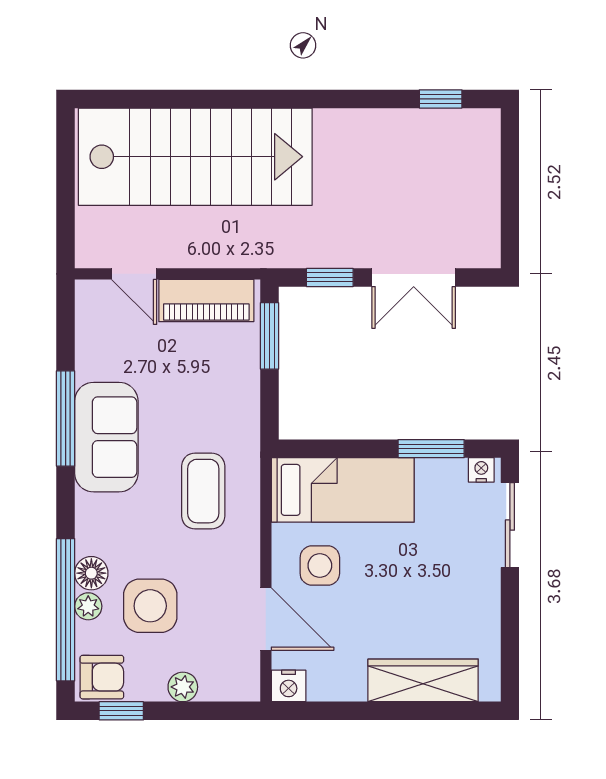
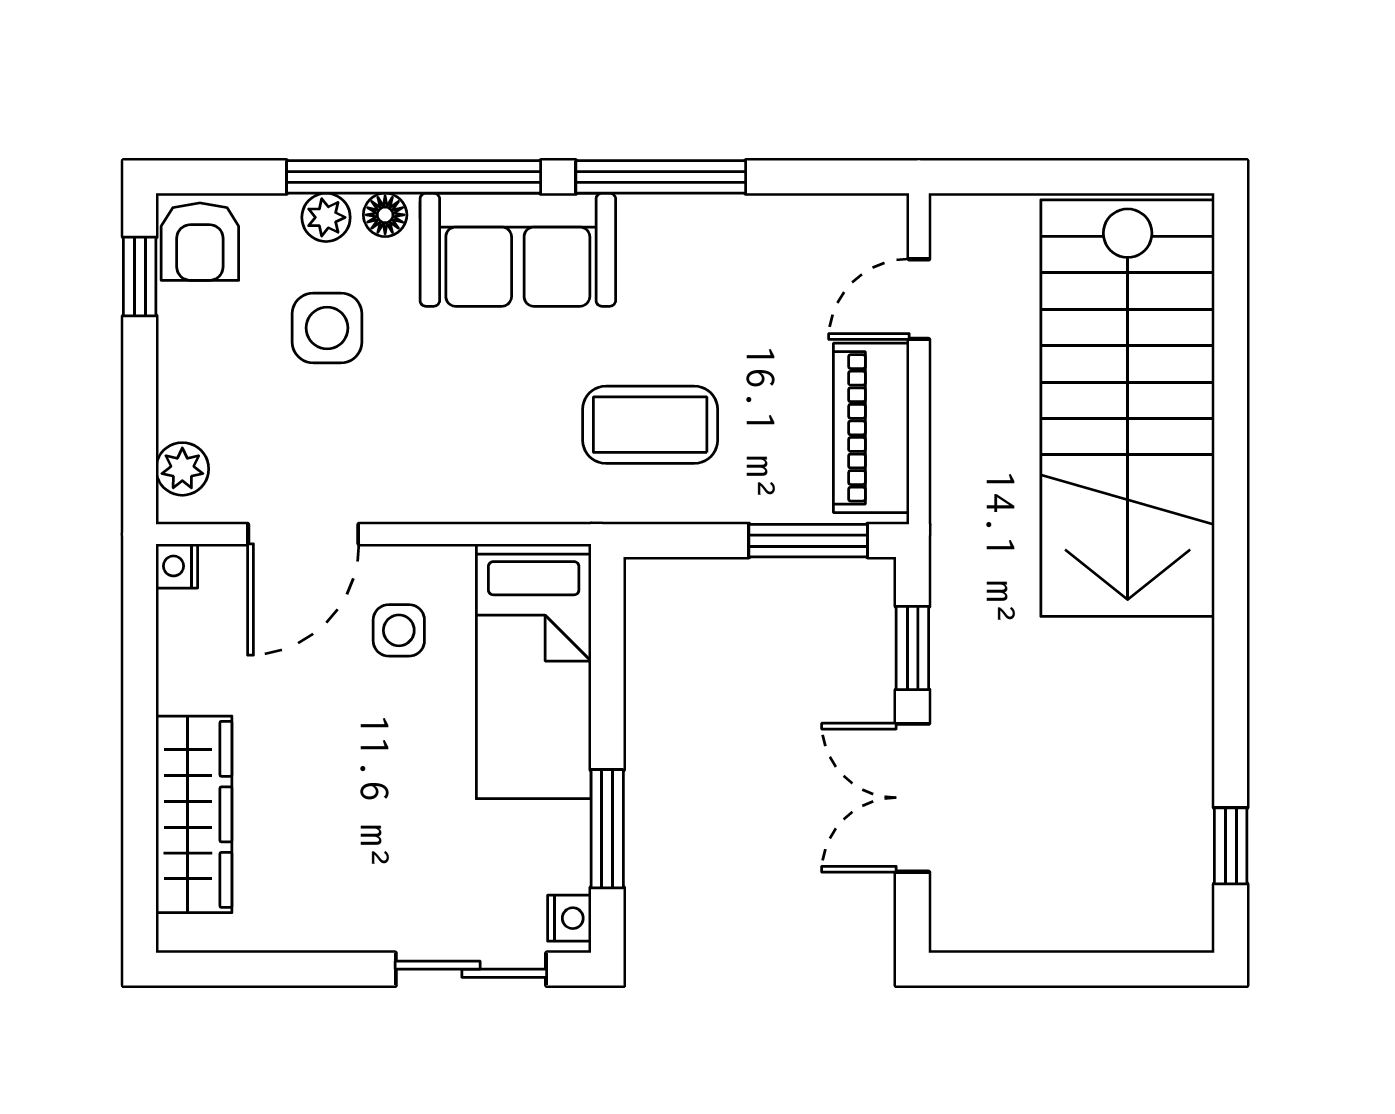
sofa: (106, 437) -> (518, 250), moved
coffee table: (203, 491) -> (650, 425), moved
side table: (320, 566) -> (399, 630), width x0.73, depth x0.73
floor lamp: (91, 573) -> (385, 215), width x0.73, depth x0.73
side table: (150, 606) -> (327, 328), width x0.73, depth x0.73
window: (66, 610) -> (414, 177), moved
nightstand: (289, 686) -> (177, 566), width x0.72, depth x0.74
plant: (183, 687) -> (182, 469), moved

